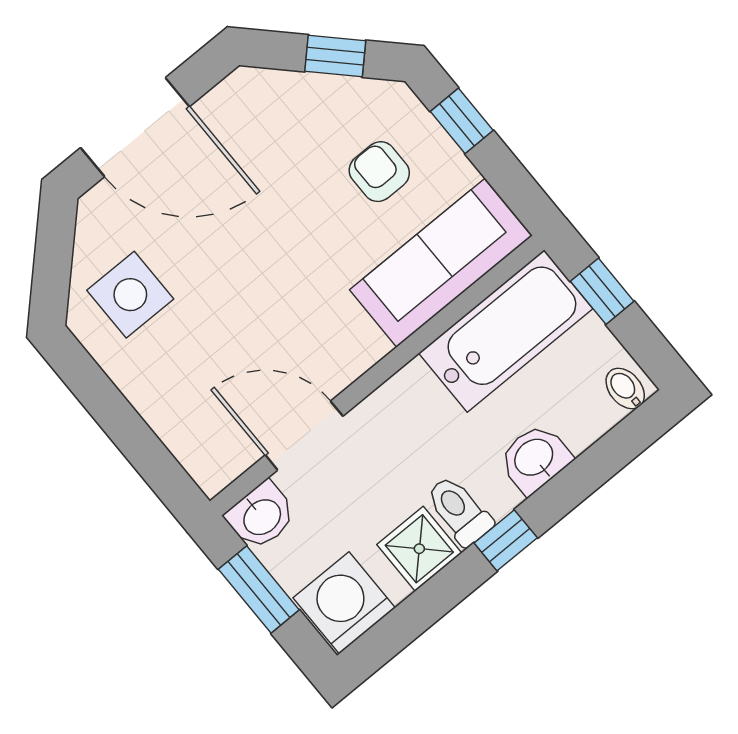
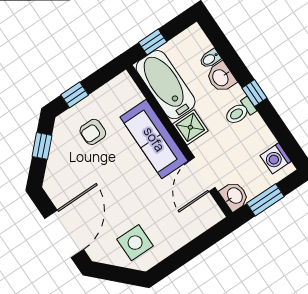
sofa: (441, 263) -> (154, 139), moved
bidet: (625, 389) -> (210, 59), moved
shower: (419, 549) -> (190, 127), moved
washing machine: (344, 603) -> (276, 158), width x0.73, depth x0.73

